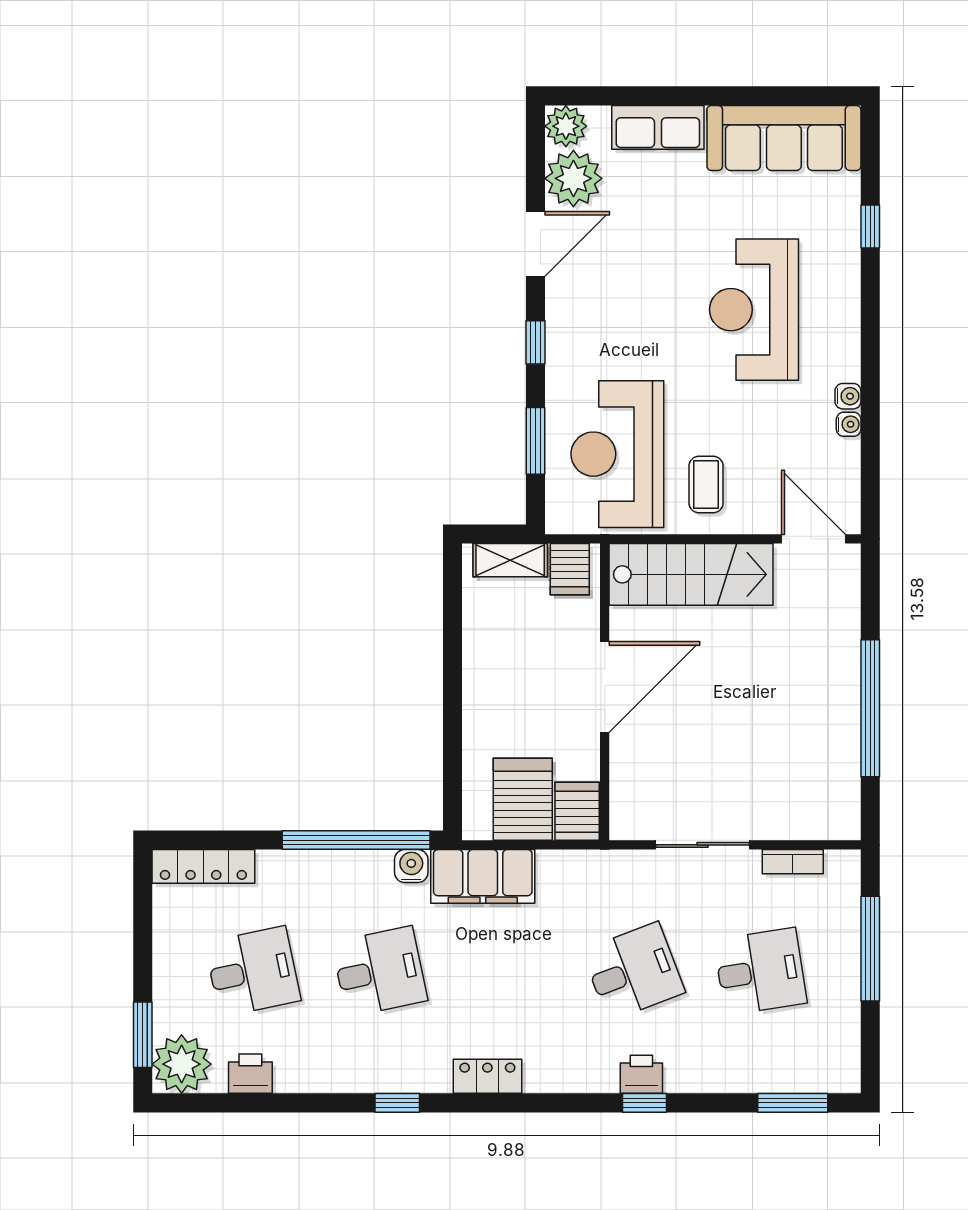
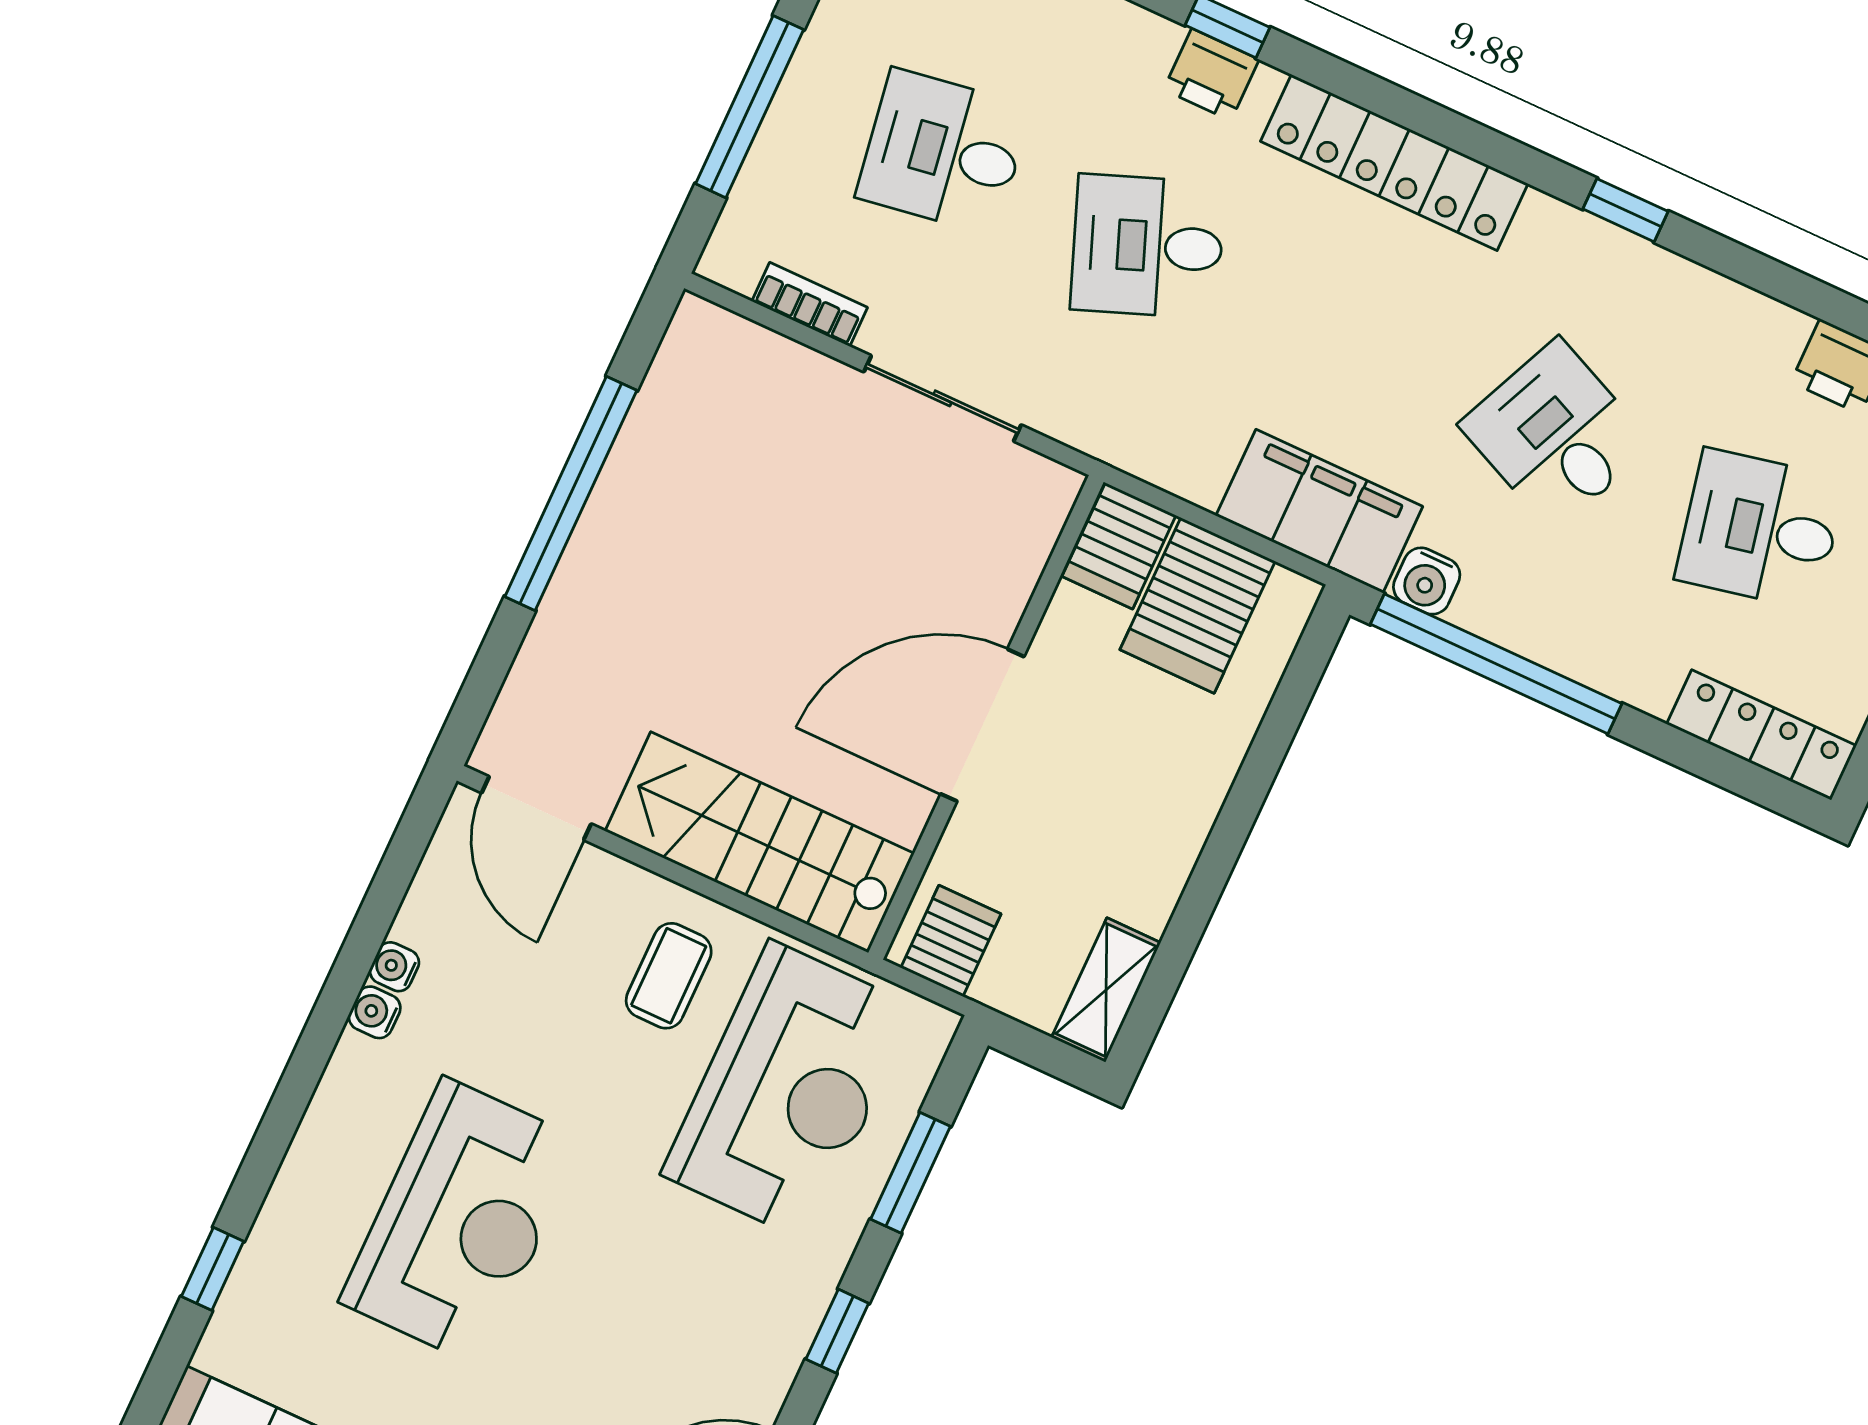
shelving: (510, 560) -> (1106, 990), moved, turned 90
desk: (380, 971) -> (1556, 435), turned 36
locker: (487, 1076) -> (1394, 162), width x2.16, depth x1.21

